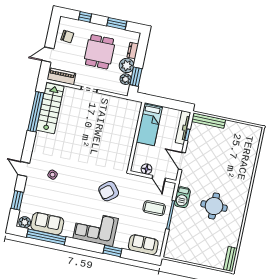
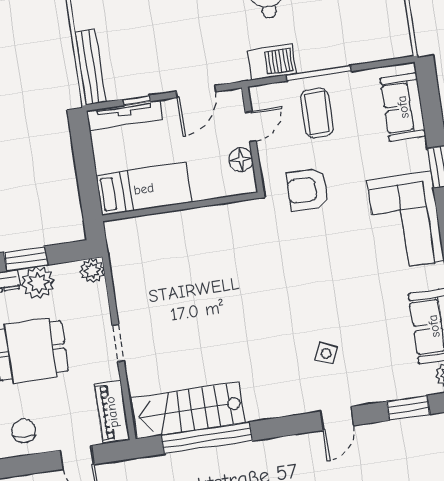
window: (136, 77) -> (26, 259), moved
plant: (126, 79) -> (92, 271), moved
armchair: (109, 191) -> (307, 190), moved, turned 129

